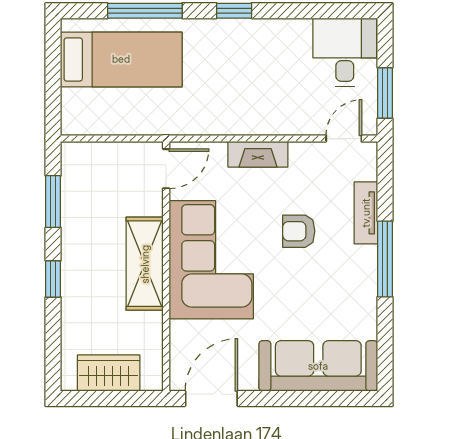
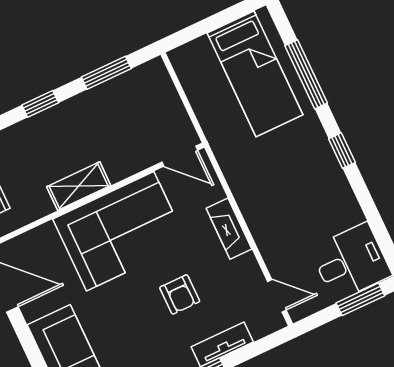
window: (385, 93) -> (360, 299), moved
armchair: (299, 231) -> (180, 294), turned 180
shelving: (145, 264) -> (79, 186), width x0.67, depth x0.75

